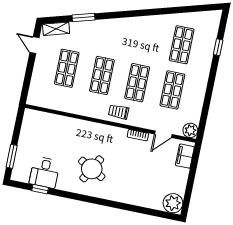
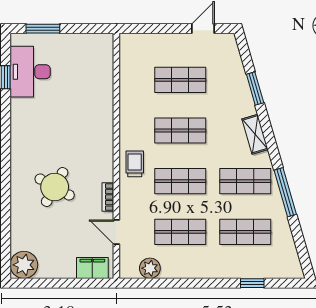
window: (160, 11) -> (285, 192), added
shelving: (56, 29) -> (255, 134), moved
shop shelf: (146, 38) -> (245, 181), added
plant: (190, 130) -> (150, 268), moved
round table: (92, 169) -> (55, 187), moved
desk: (44, 172) -> (30, 72), width x1.37

